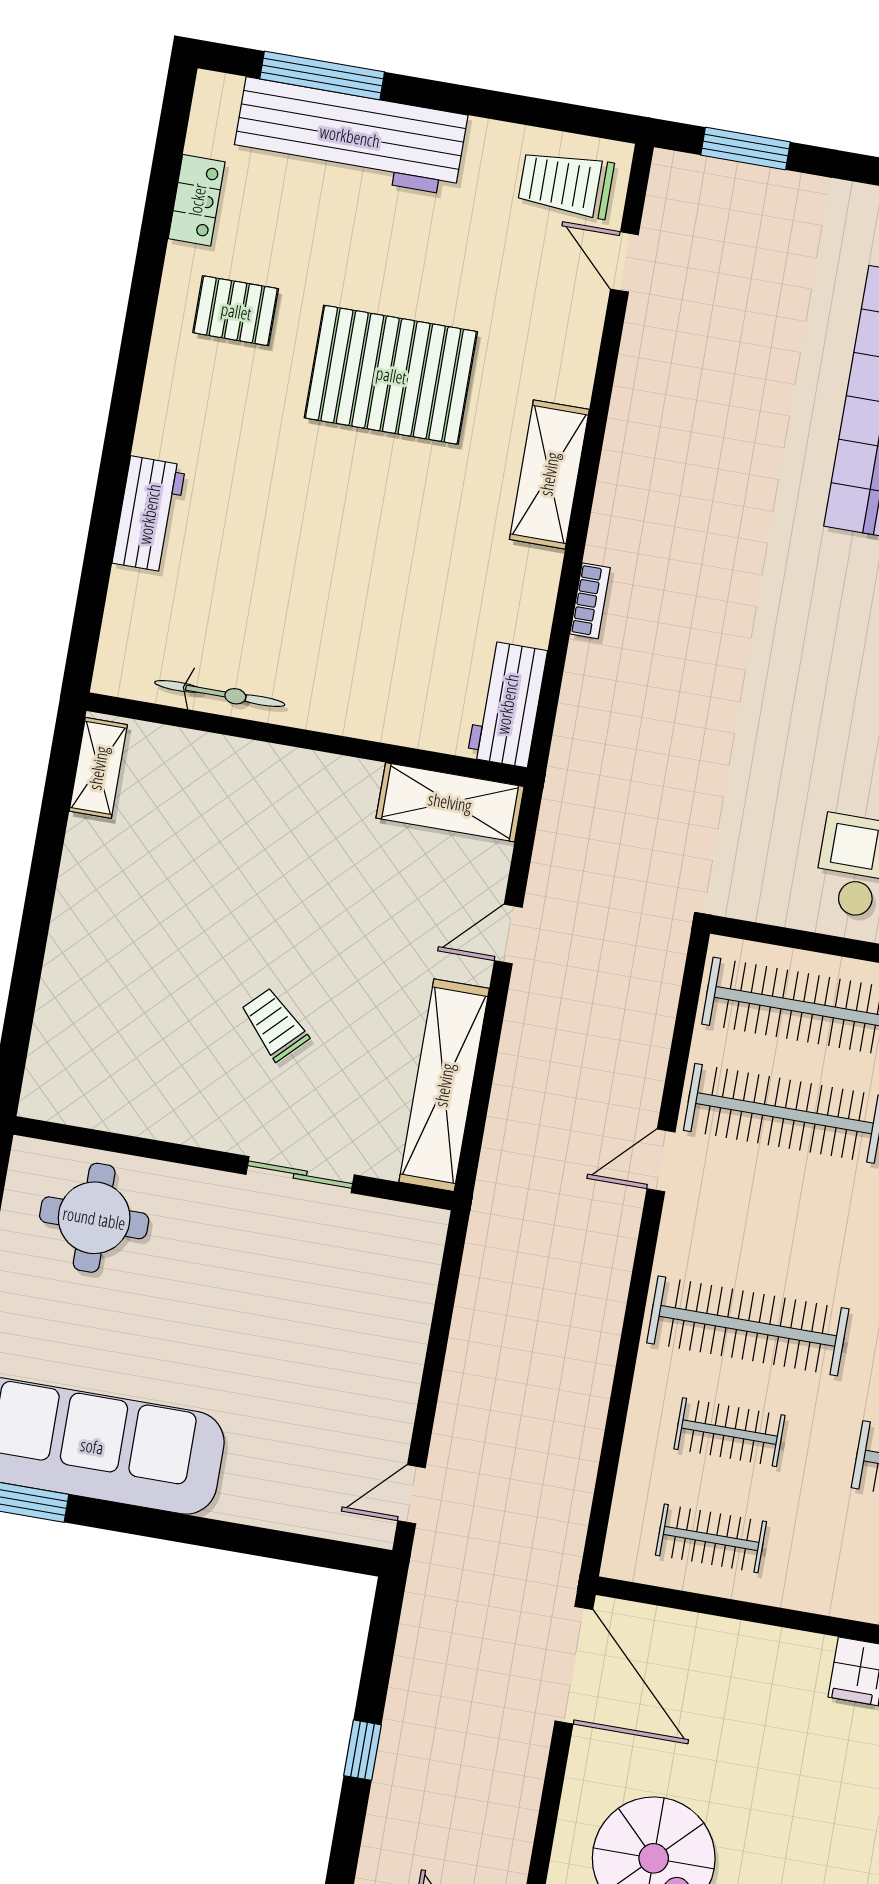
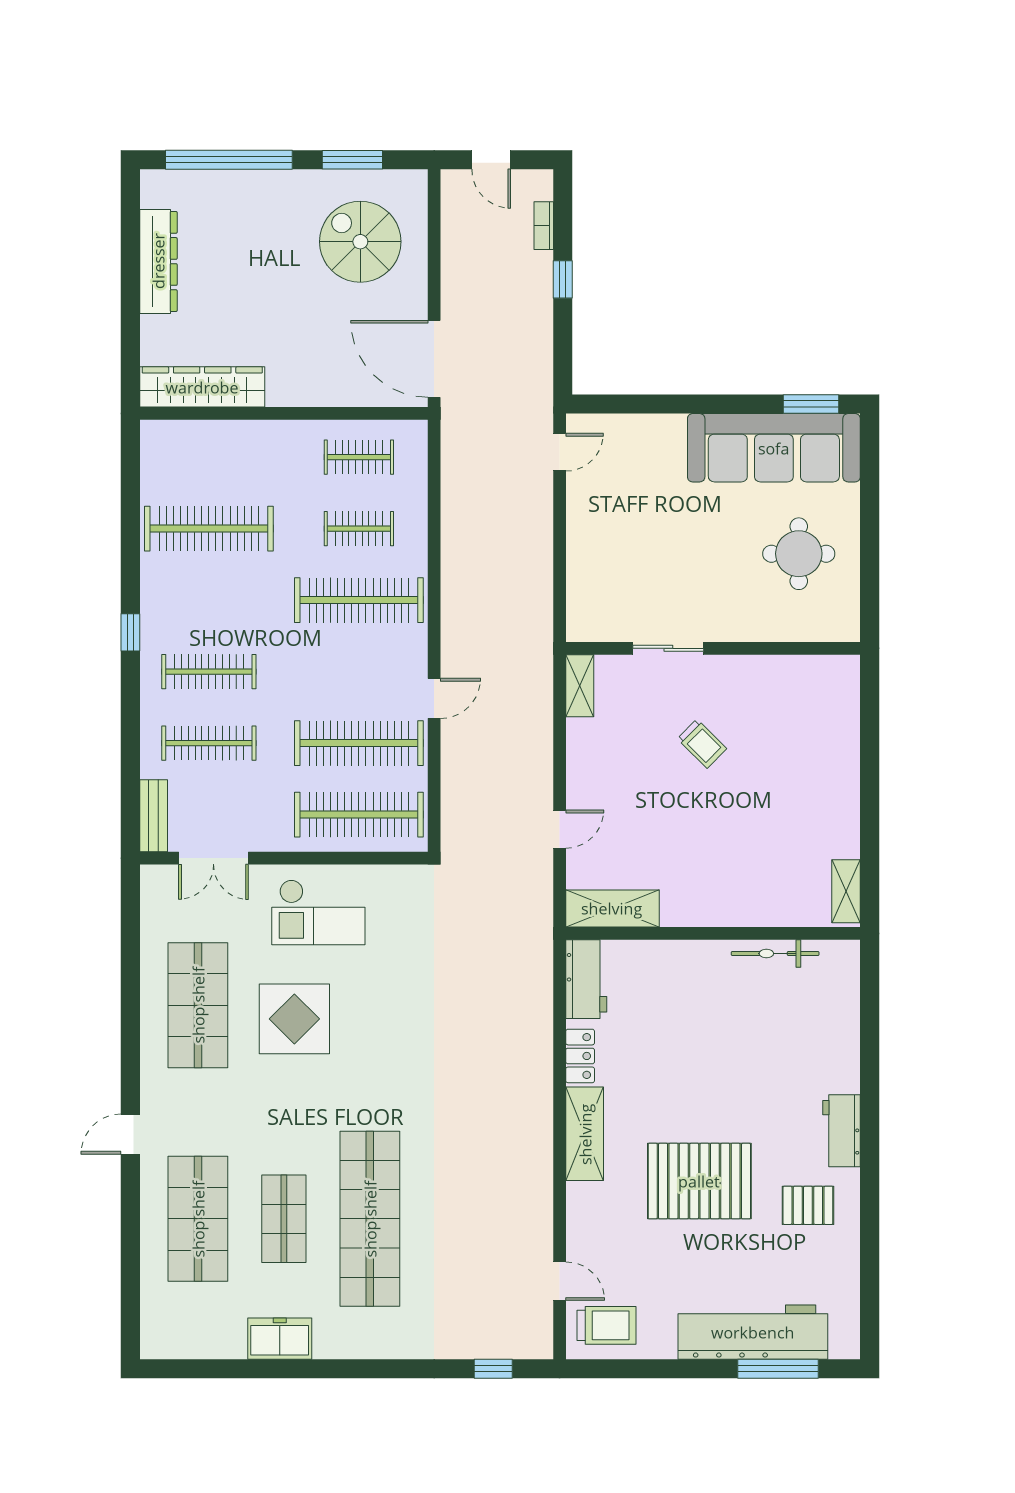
window: (745, 149) -> (493, 1369), width x0.67
locker: (197, 200) -> (580, 1056), moved, turned 180
workbench: (149, 514) -> (842, 1131), moved
bookcase: (590, 601) -> (544, 226), moved
shelving: (444, 1085) -> (580, 686), width x0.45, depth x0.75
round table: (94, 1218) -> (799, 554), moved

